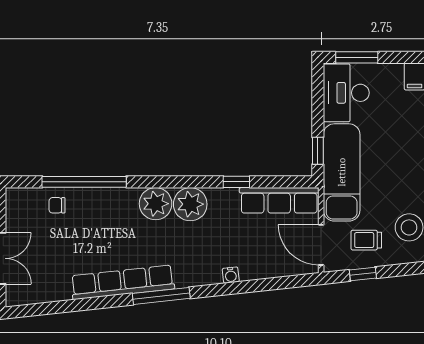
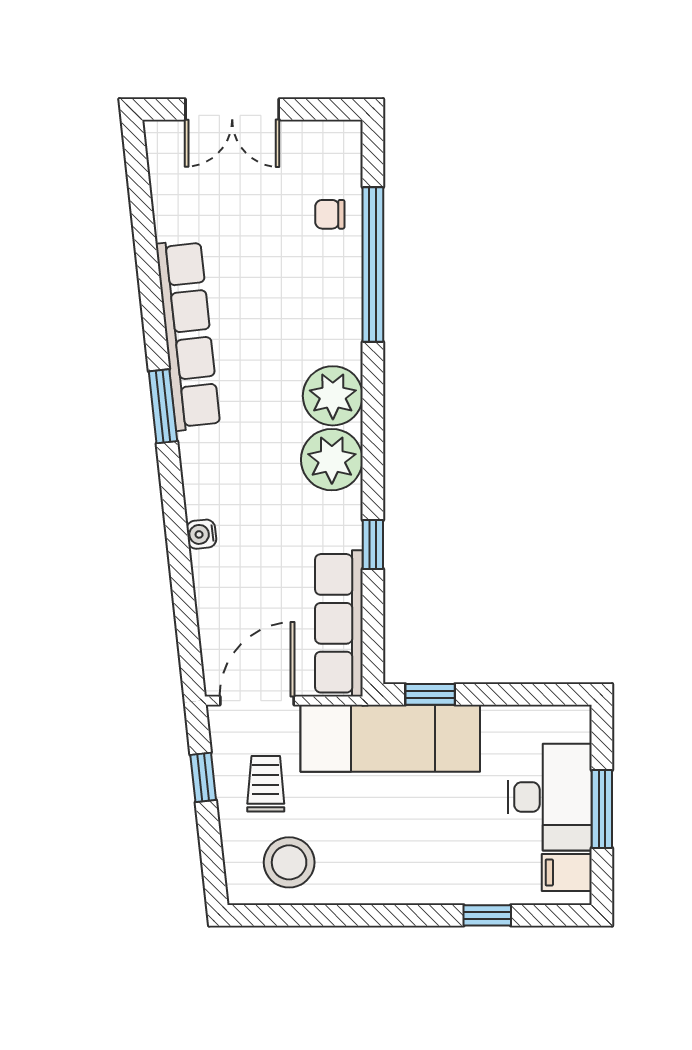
window: (357, 57) -> (602, 809), moved
desk: (346, 93) -> (550, 797), moved, turned 90
chair: (57, 205) -> (330, 214), turned -90
window: (161, 296) -> (163, 406), width x0.69

